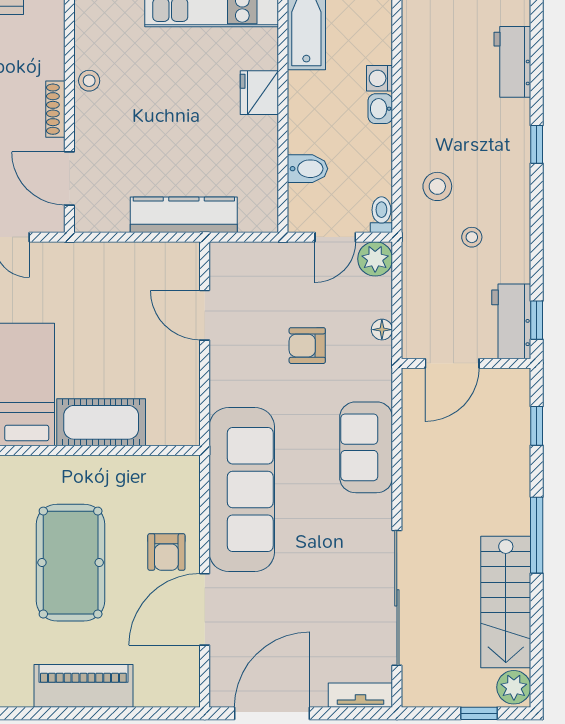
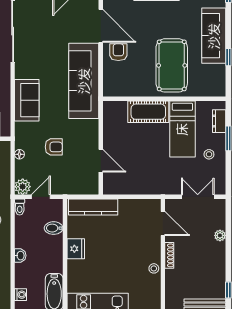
washing machine: (380, 78) -> (21, 295), moved
fridge: (259, 93) -> (76, 249), moved
kitchen counter: (184, 215) -> (93, 207), moved
pool table: (71, 563) -> (172, 65), moved
door: (205, 609) -> (101, 26), hinge flipped

